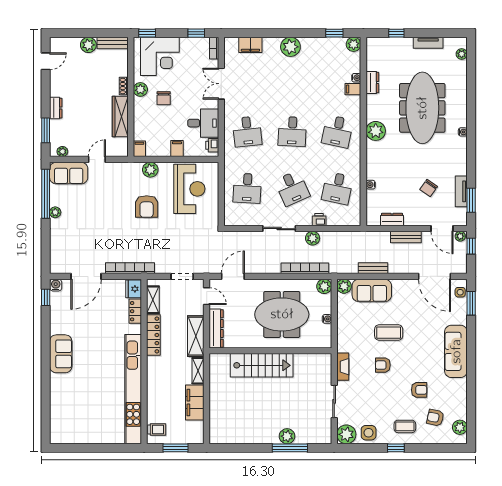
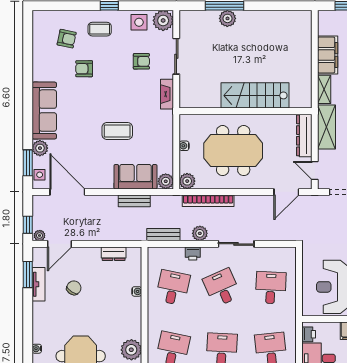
door: (442, 229) -> (59, 244), swing flipped
bench: (406, 237) -> (163, 235), moved
armchair: (383, 365) -> (141, 61), moved
plant: (460, 427) -> (40, 148), moved

